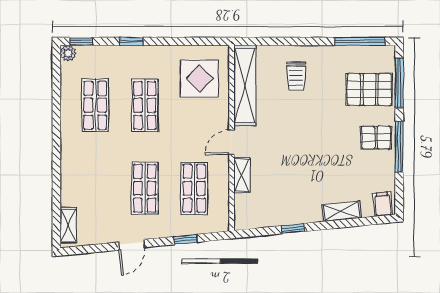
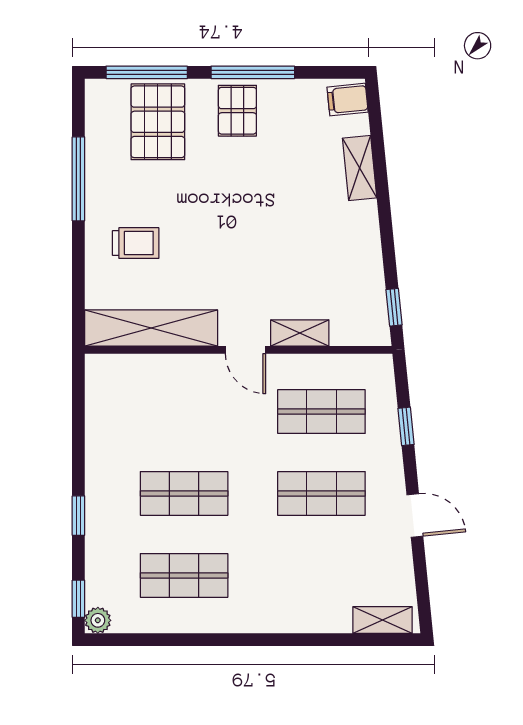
window: (360, 41) -> (78, 179), moved
display table: (200, 78) -> (140, 403), removed
window: (293, 229) -> (394, 307), moved

